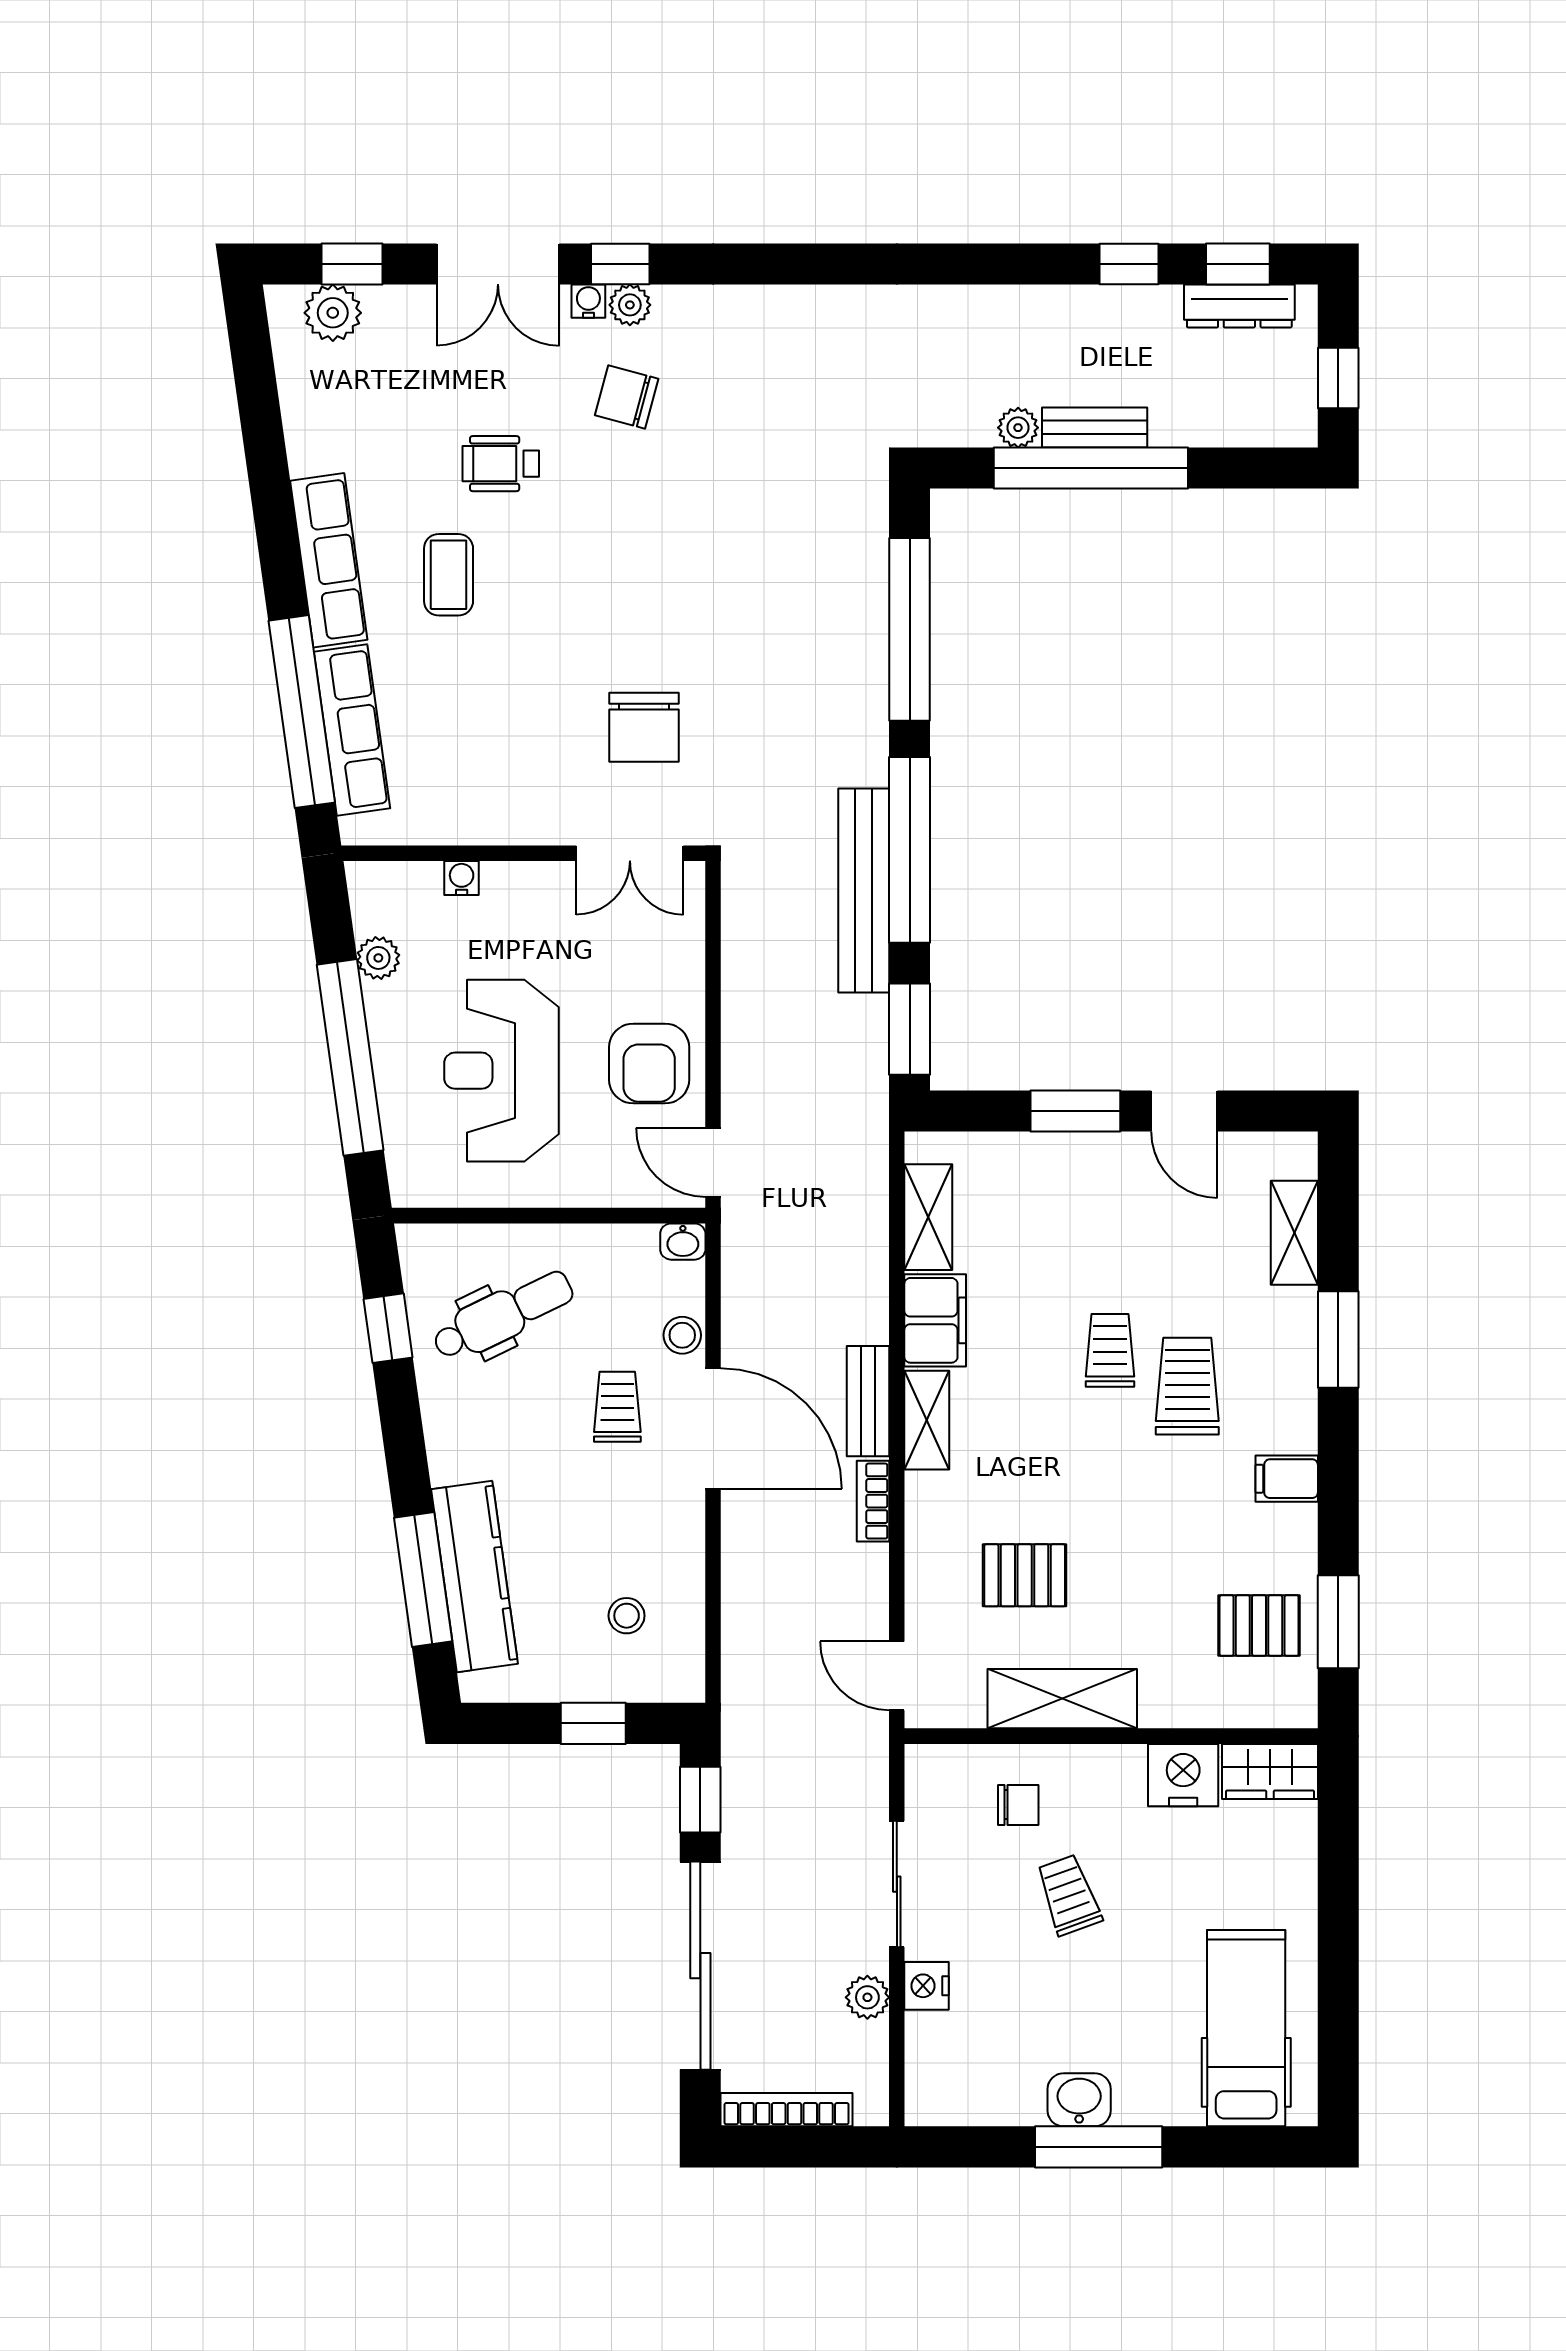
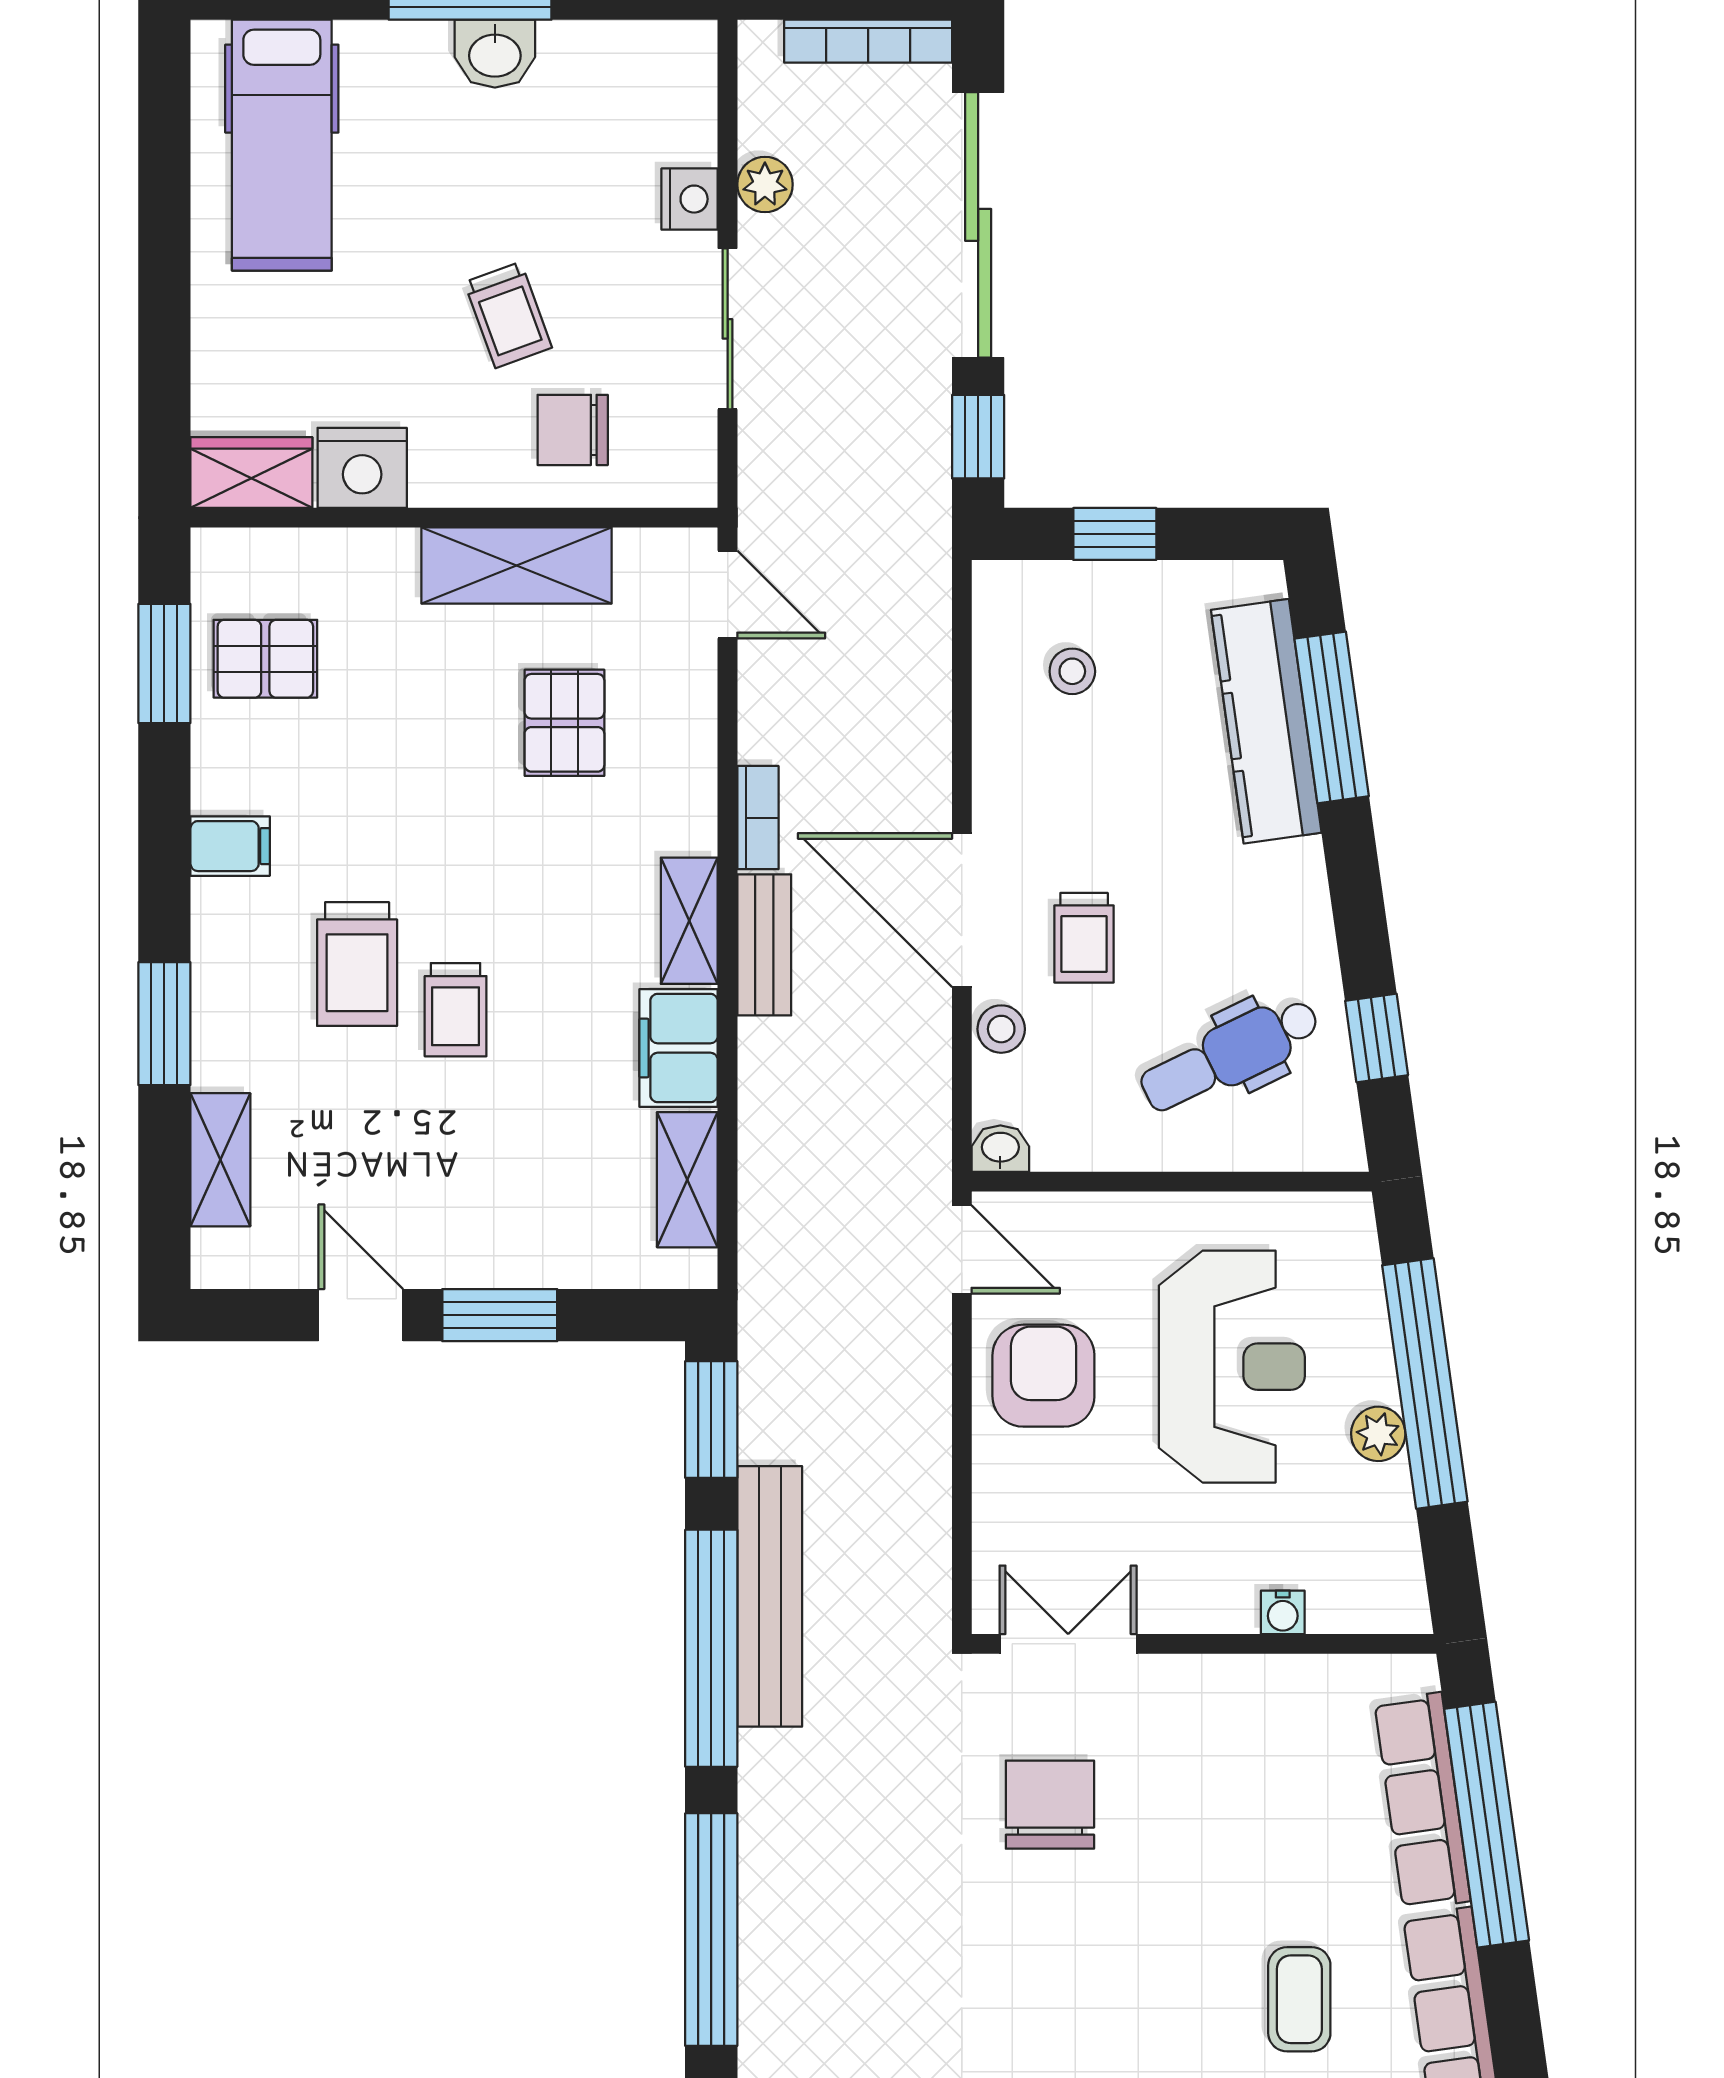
plant: (378, 958) -> (1378, 1434), moved
pallet: (1025, 1575) -> (564, 723), turned 90
chair: (1018, 1805) -> (573, 430), width x1.37, depth x1.37

